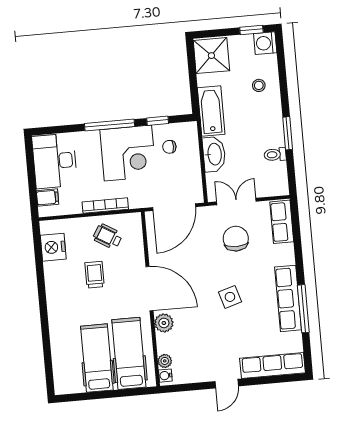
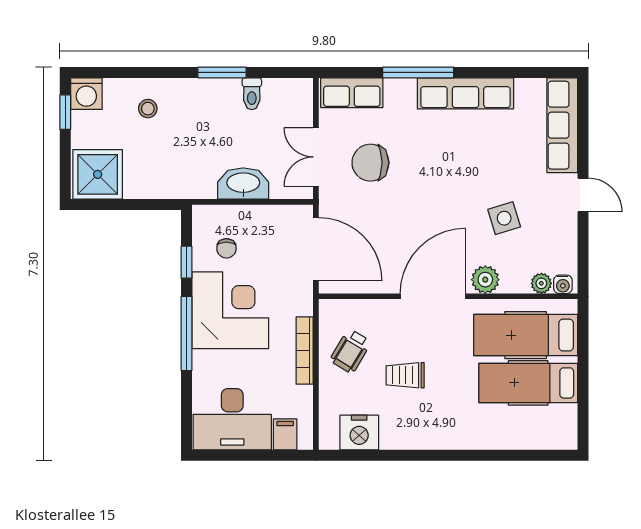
bathtub: (211, 111) -> (179, 182), removed
side table: (230, 297) -> (504, 218), moved
window: (303, 309) -> (418, 72), moved

